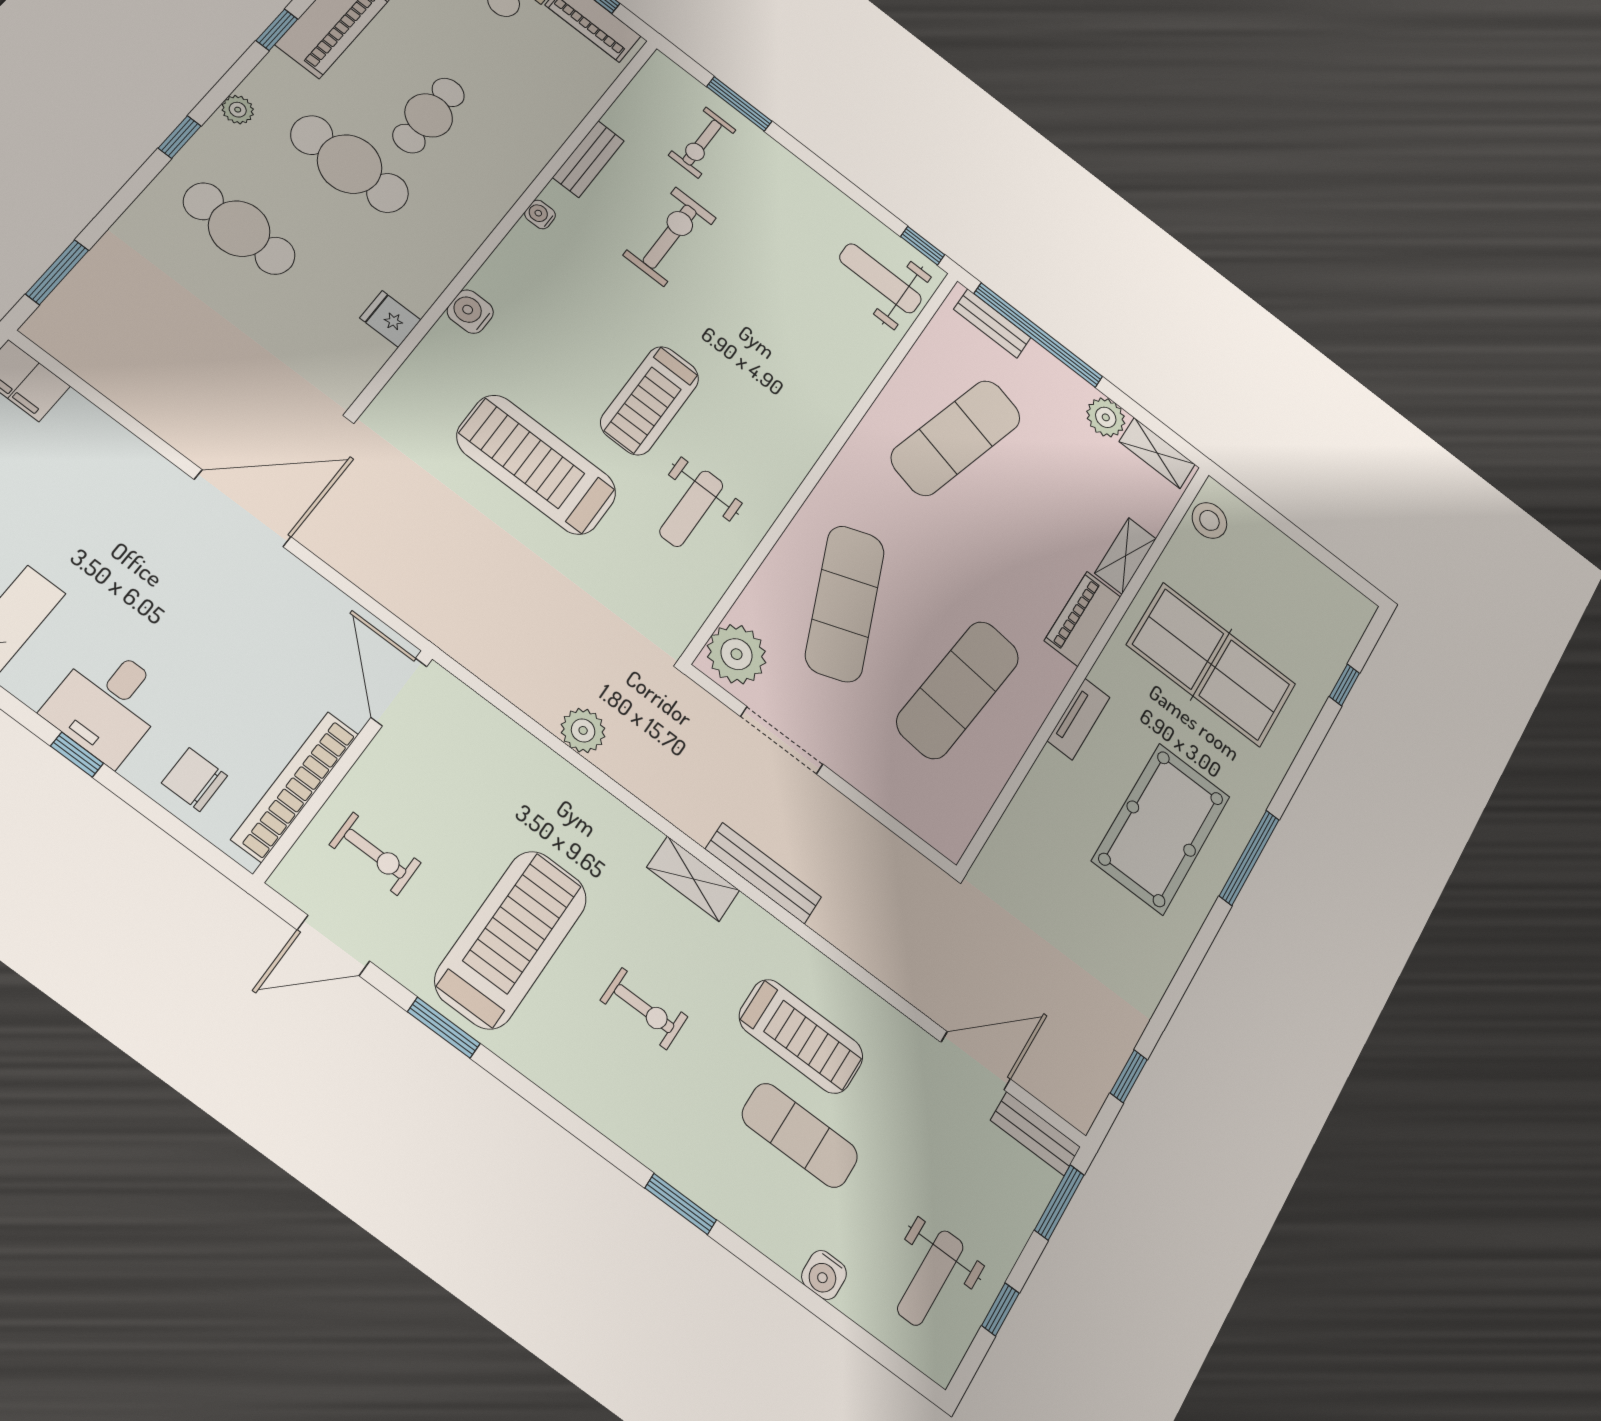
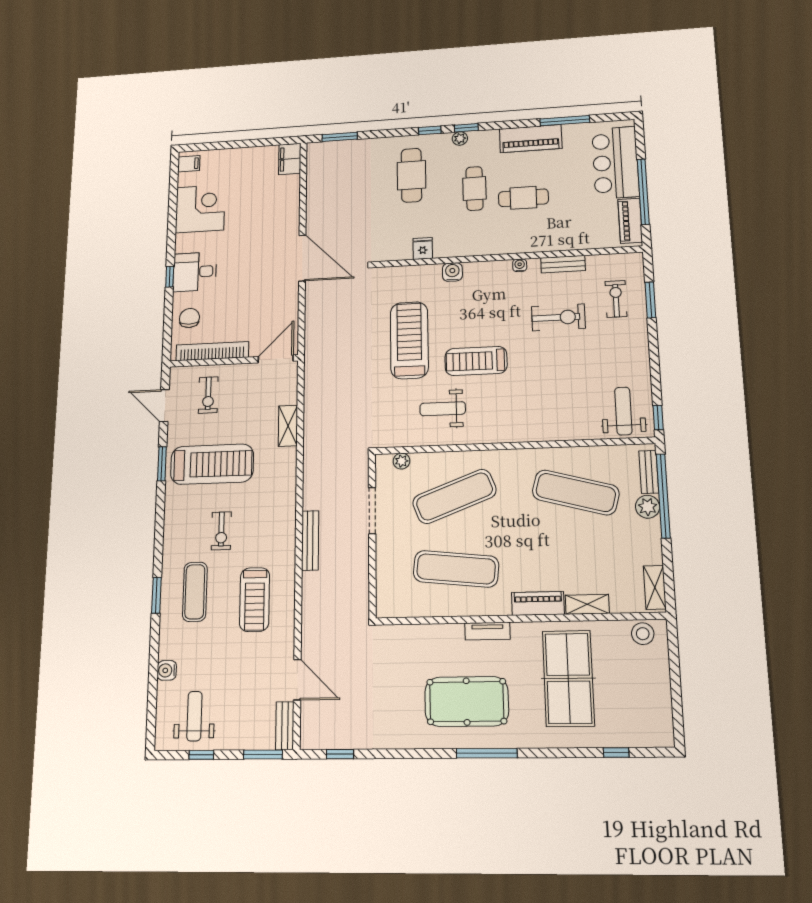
window: (277, 30) -> (466, 128), moved
exercise bike: (702, 143) -> (616, 299), turned 90
cafe table: (350, 164) -> (474, 188), width x0.73, depth x0.74
plant: (1106, 417) -> (648, 507), moved
plant: (737, 654) -> (402, 461), width x0.53, depth x0.53
plant: (583, 730) -> (314, 433), removed
shelving: (693, 879) -> (288, 426), moved
exercise mat: (800, 1135) -> (195, 592), moved
weight bench: (930, 1278) -> (194, 716), turned 90

